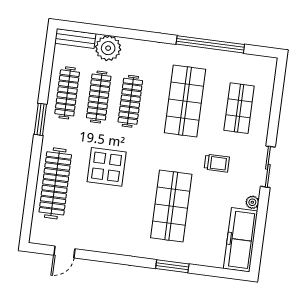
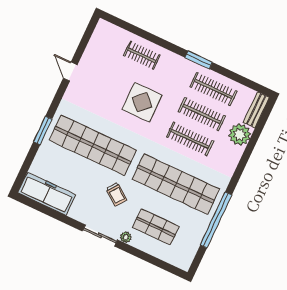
shop shelf: (185, 101) -> (176, 184), width x1.40
trolley: (217, 163) -> (116, 194), turned -53
clothes rail: (55, 183) -> (142, 55), width x0.54, depth x0.76
plant: (252, 202) -> (126, 237), moved
shop shelf: (171, 206) -> (93, 145), width x1.40
door: (64, 252) -> (70, 72), moved

